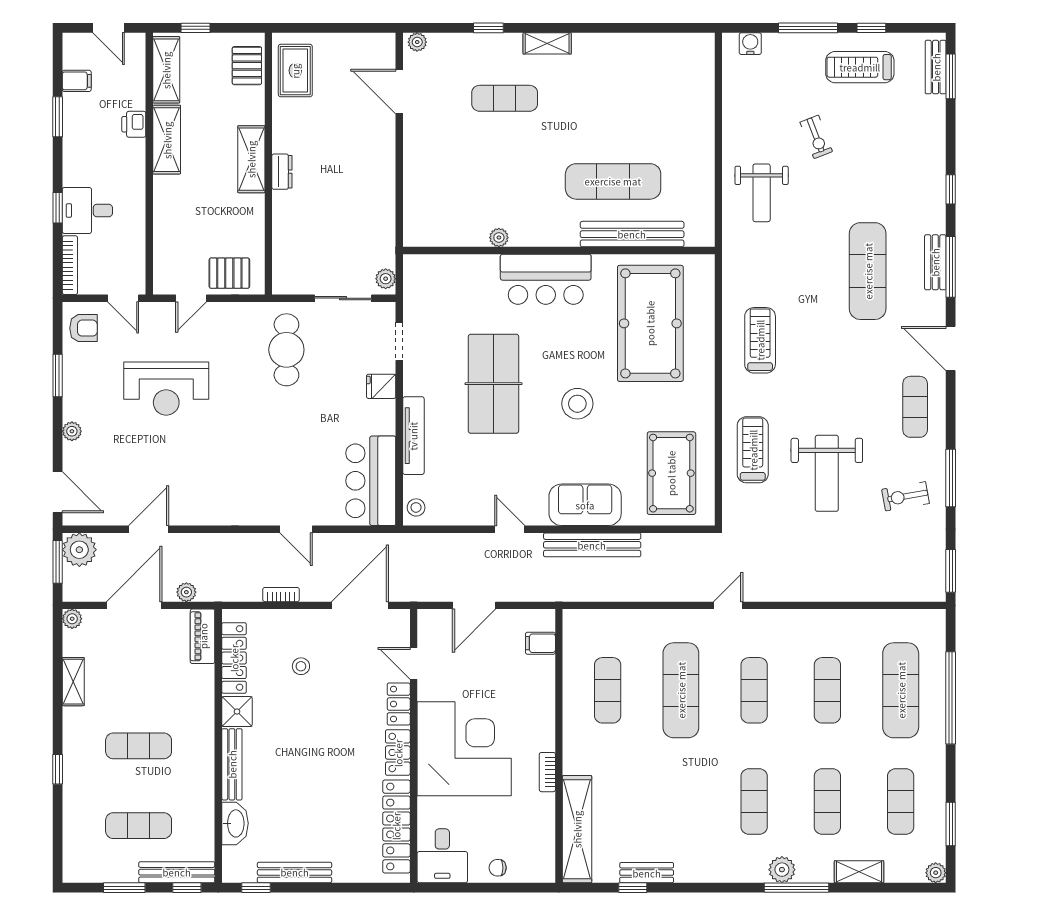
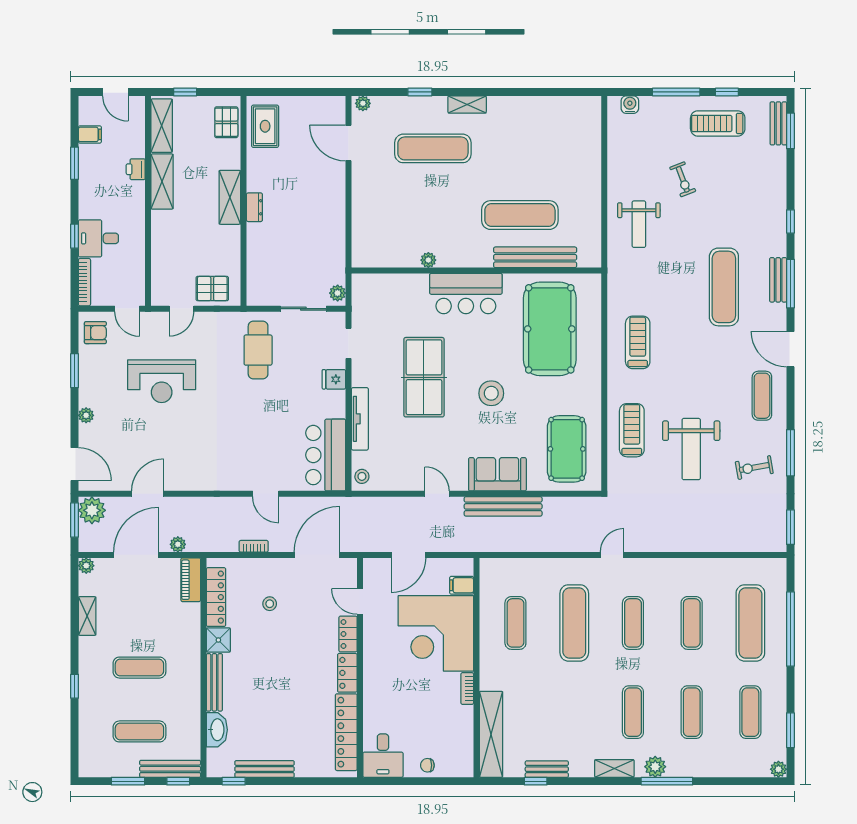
exercise mat: (505, 98) -> (433, 148), width x1.36, depth x1.45
corner desk: (464, 749) -> (436, 633), moved, turned 180
shelving: (859, 872) -> (614, 768), moved

